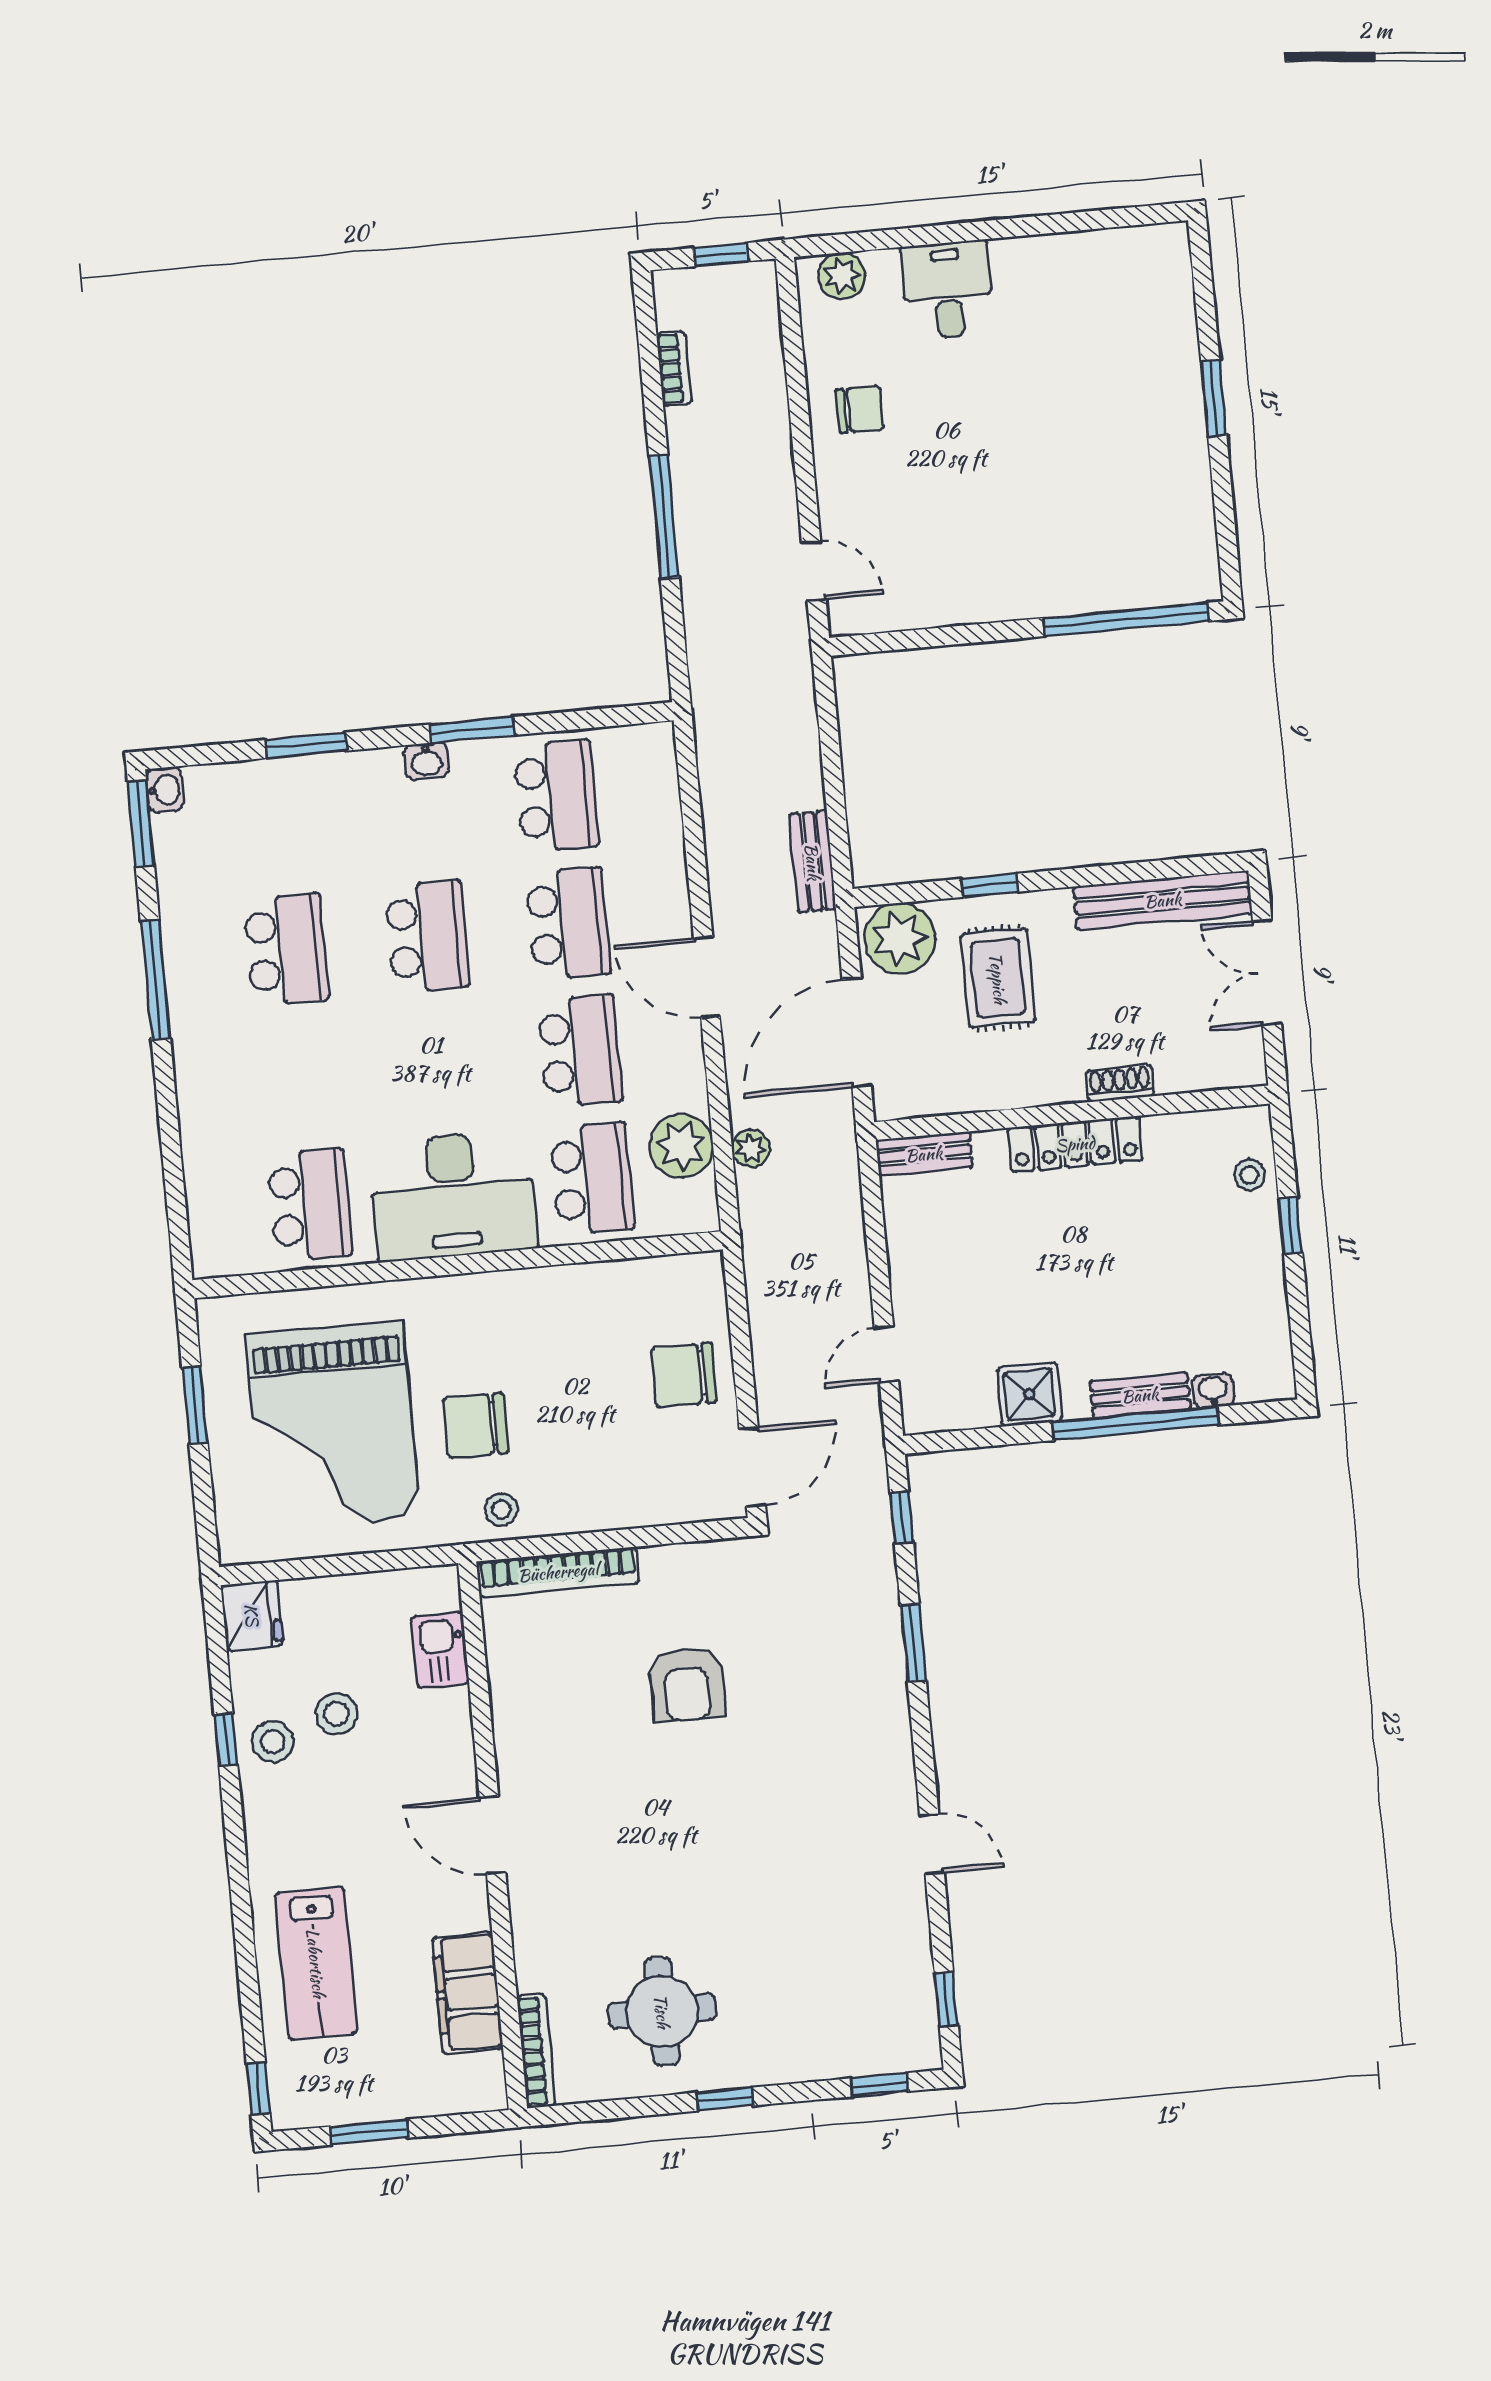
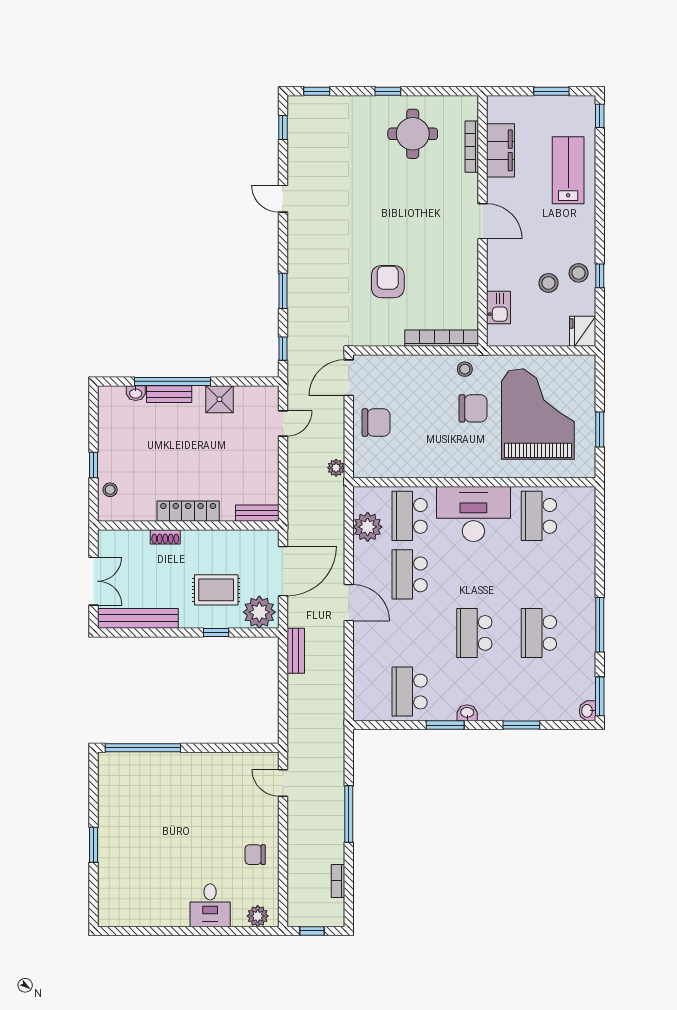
school desk: (568, 923) -> (410, 633), removed
rug: (998, 978) -> (216, 590), turned 90
plant: (751, 1148) -> (336, 468), moved
bookcase: (536, 2051) -> (472, 147), moved

